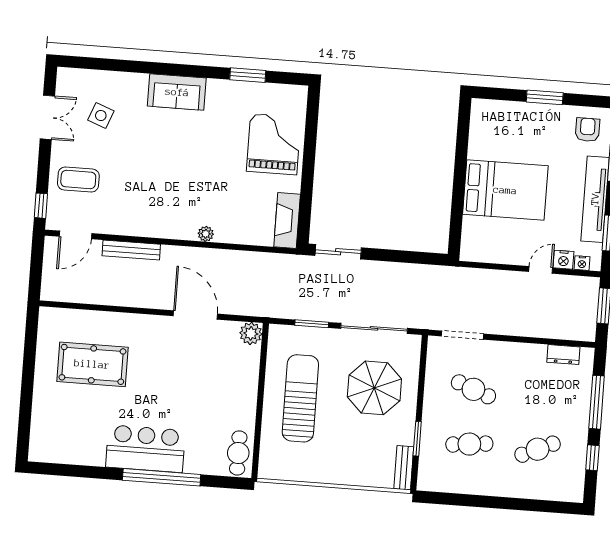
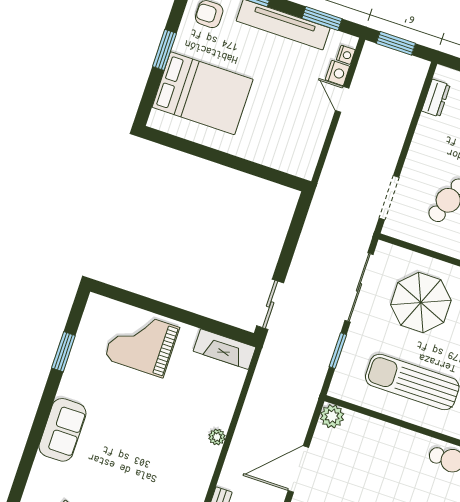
bed: (505, 190) -> (203, 93), moved, turned 90

